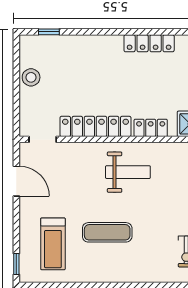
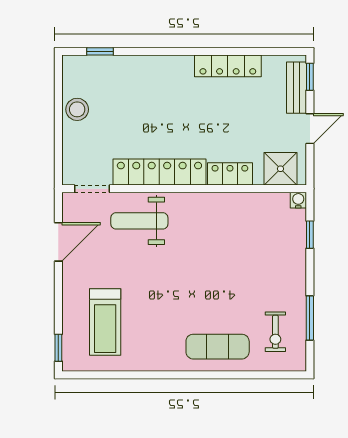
weight bench: (128, 172) -> (139, 221), moved, turned 180
door: (16, 181) -> (58, 242), hinge flipped
exercise mat: (107, 232) -> (218, 347), moved

